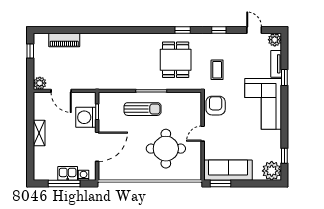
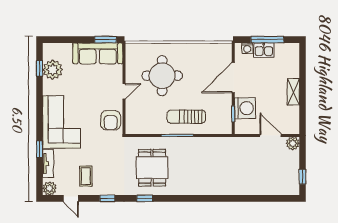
piano: (64, 40) -> (267, 188), removed
coffee table: (217, 70) -> (86, 176), moved
plant: (272, 171) -> (53, 70), moved

